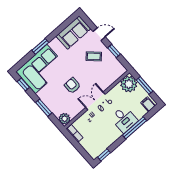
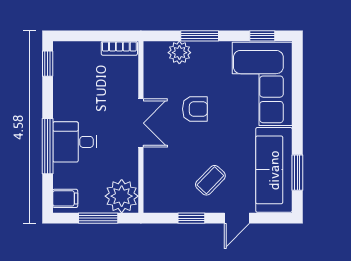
sofa: (73, 33) -> (274, 170), width x1.36
window: (40, 46) -> (297, 173), moved
plant: (65, 119) -> (179, 53), moved

